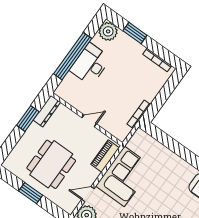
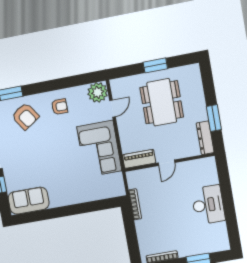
plant: (108, 31) -> (219, 242), removed
window: (73, 56) -> (227, 197), removed
piano: (105, 156) -> (139, 159), moved, turned -90

